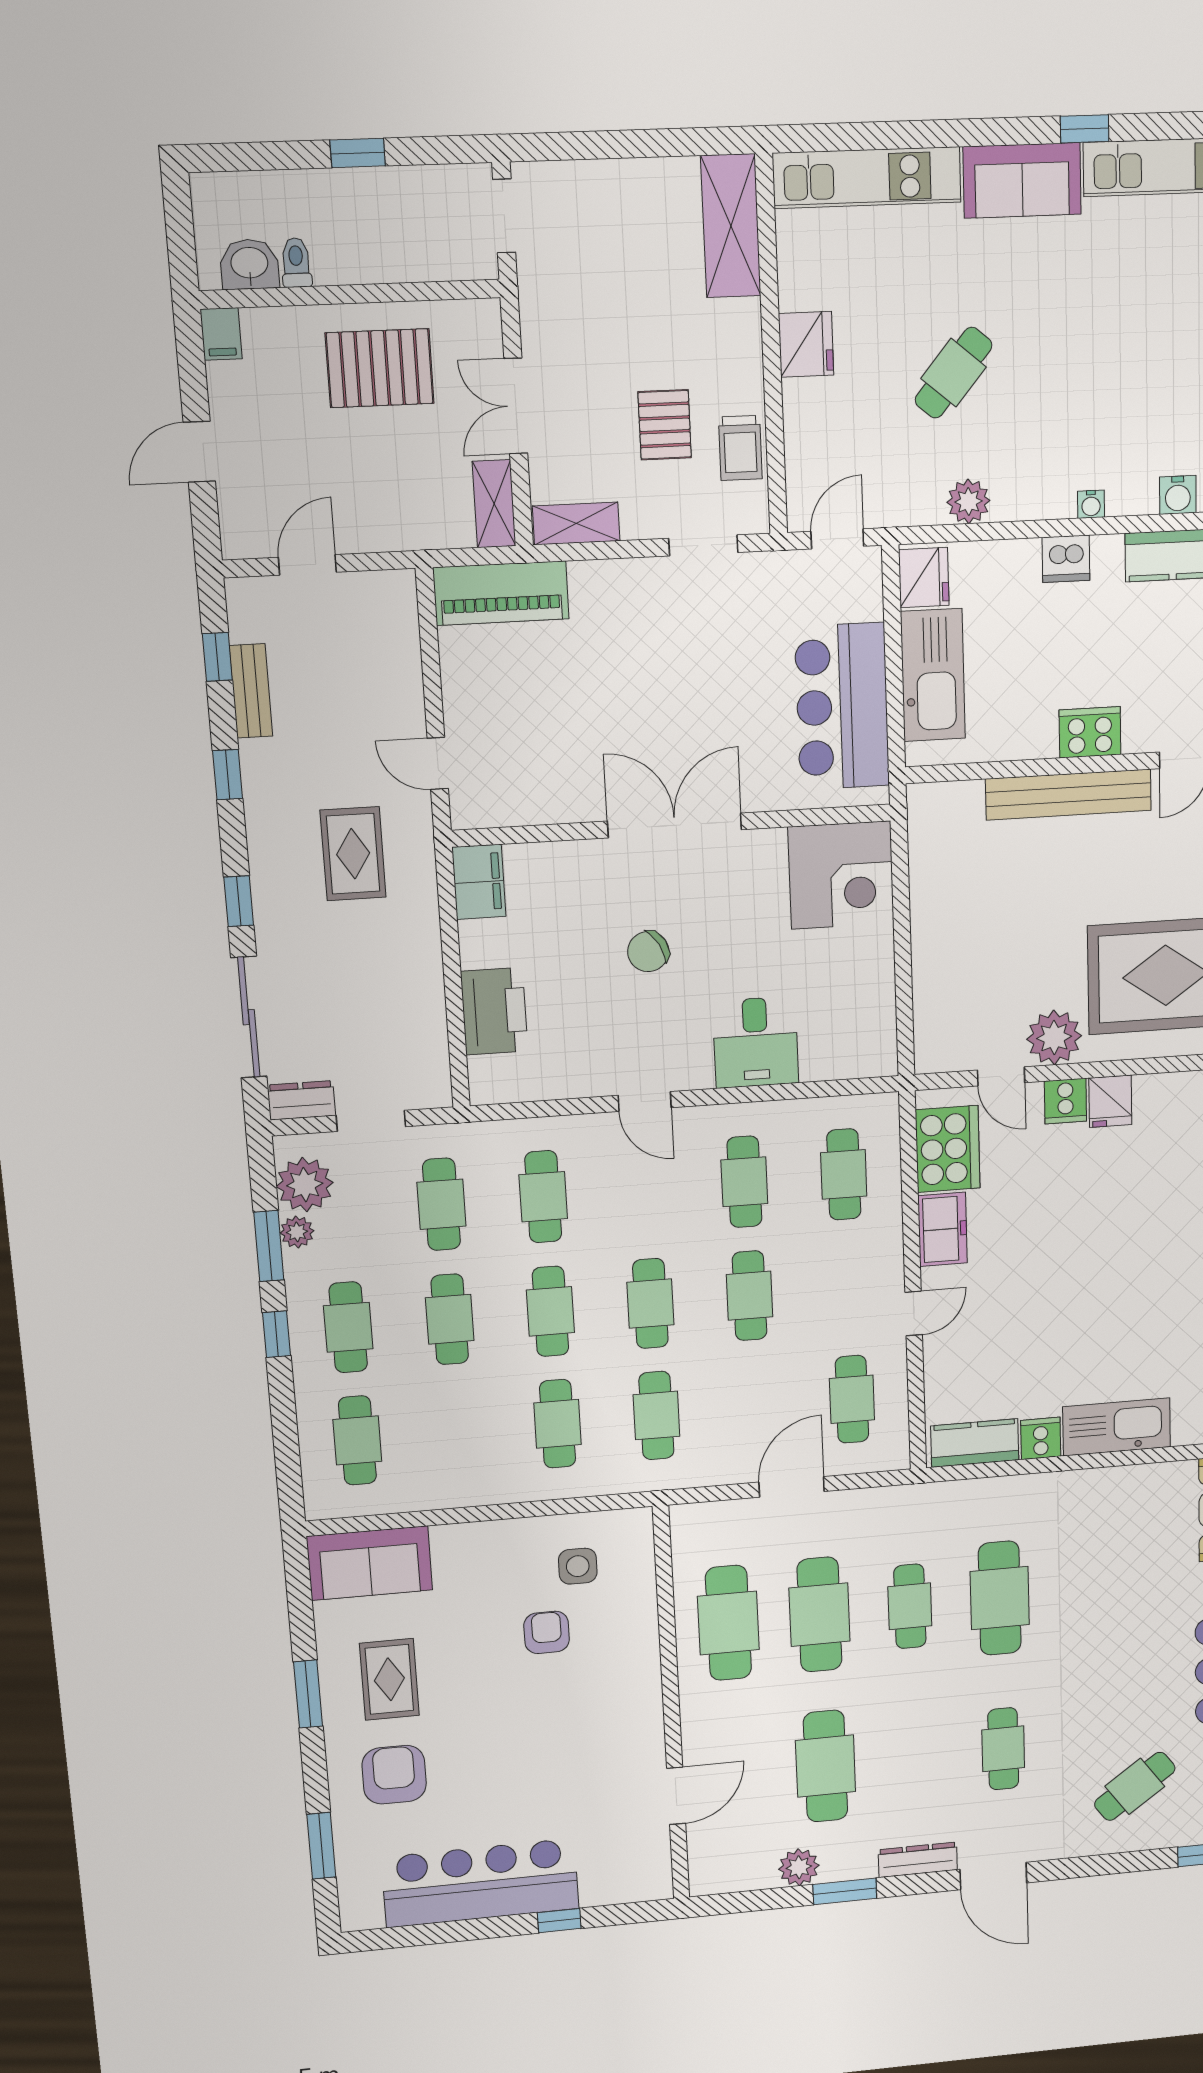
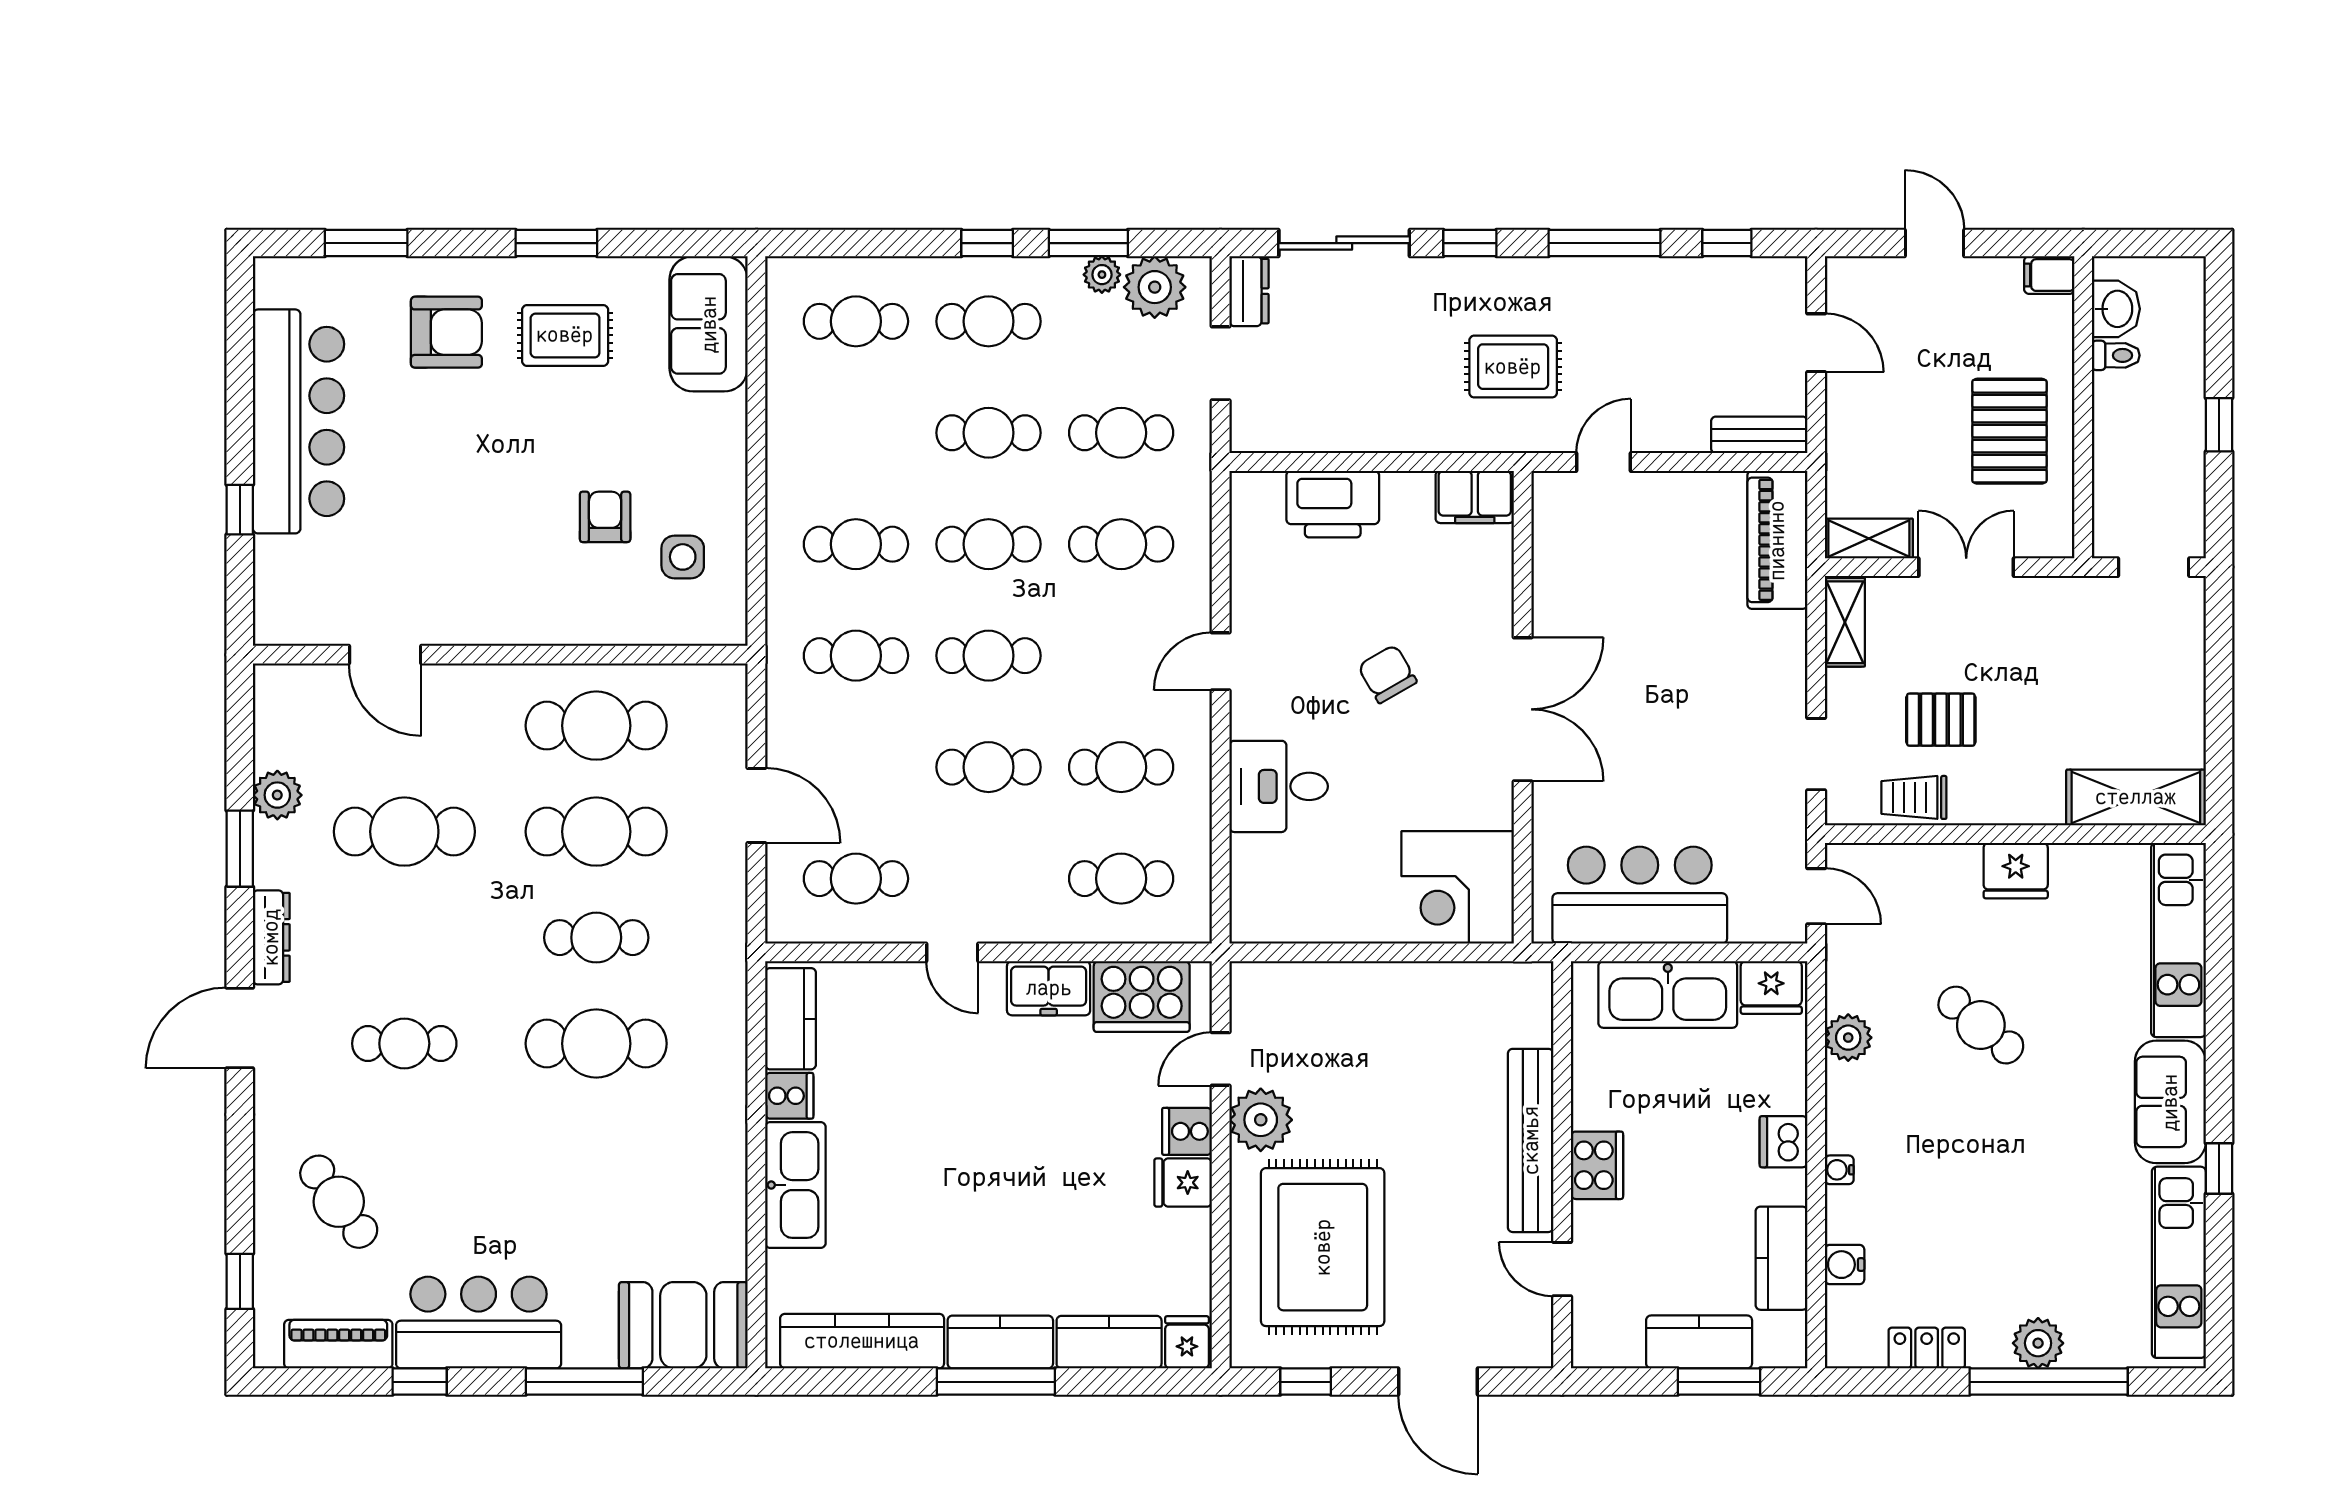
bench: (251, 691) -> (1759, 435), moved
window: (228, 775) -> (1604, 243), width x2.17
armchair: (547, 1632) -> (605, 517), turned -90

